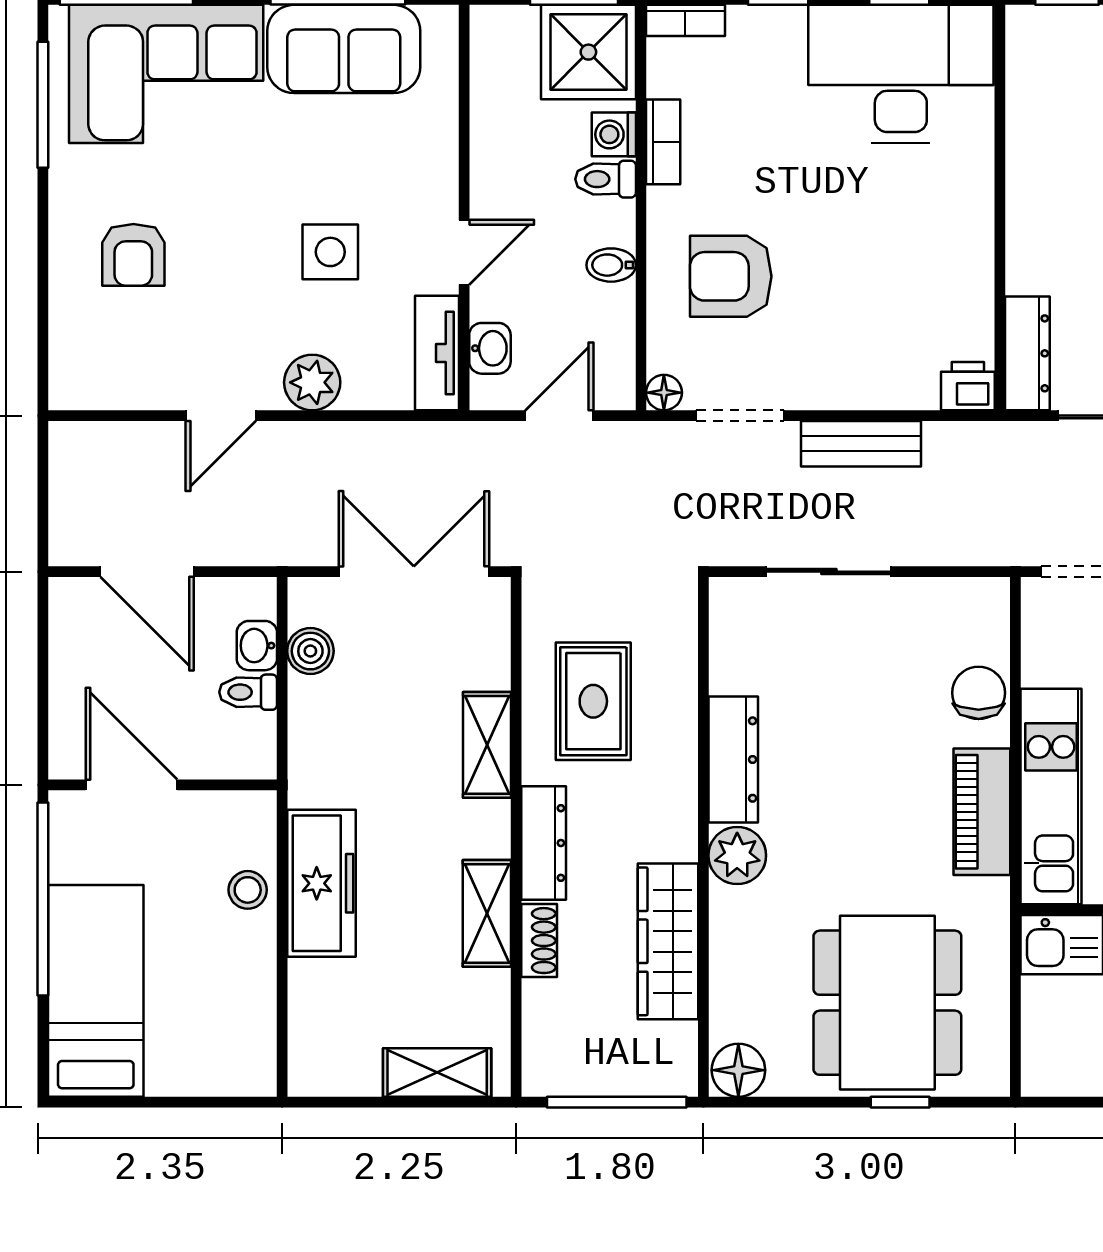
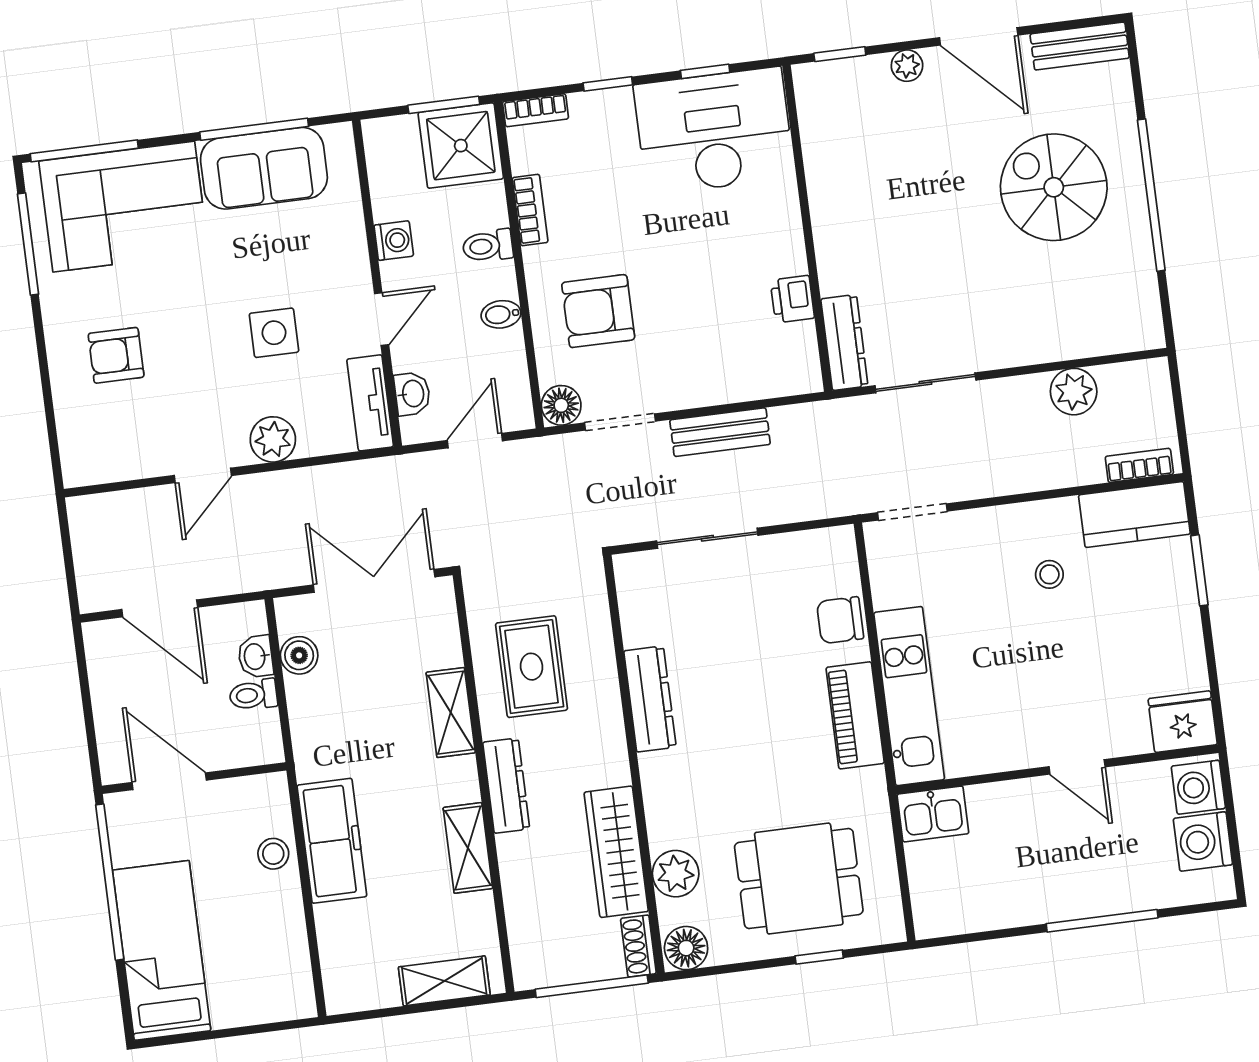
washing machine: (614, 134) -> (394, 241), moved, turned 180
armchair: (133, 255) -> (116, 355), turned 90
printer: (968, 386) -> (792, 299), moved, turned -90
floor lamp: (664, 393) -> (561, 405), width x1.37, depth x1.37
chair: (979, 693) -> (840, 620), turned -90
plant: (737, 855) -> (676, 874), moved
shoe rack: (539, 941) -> (638, 946), moved, turned 180
dining table: (887, 1003) -> (799, 879), width x0.73

